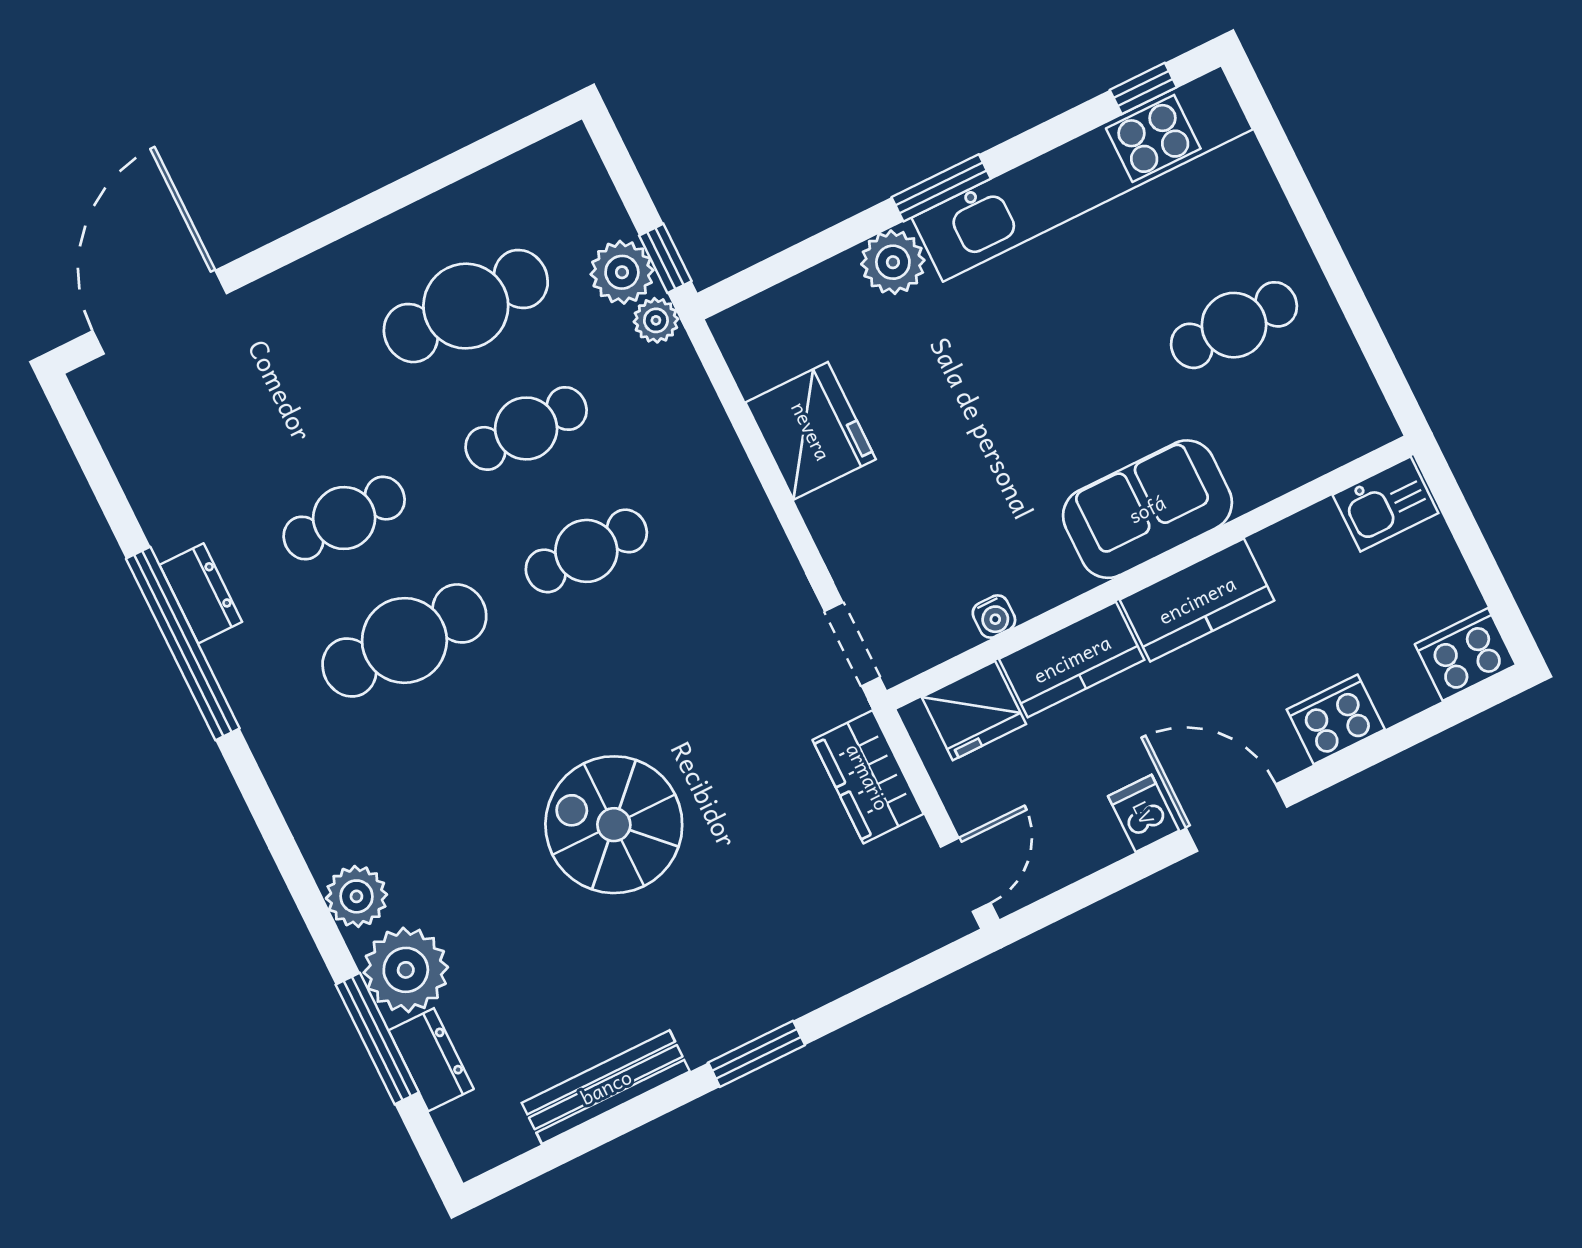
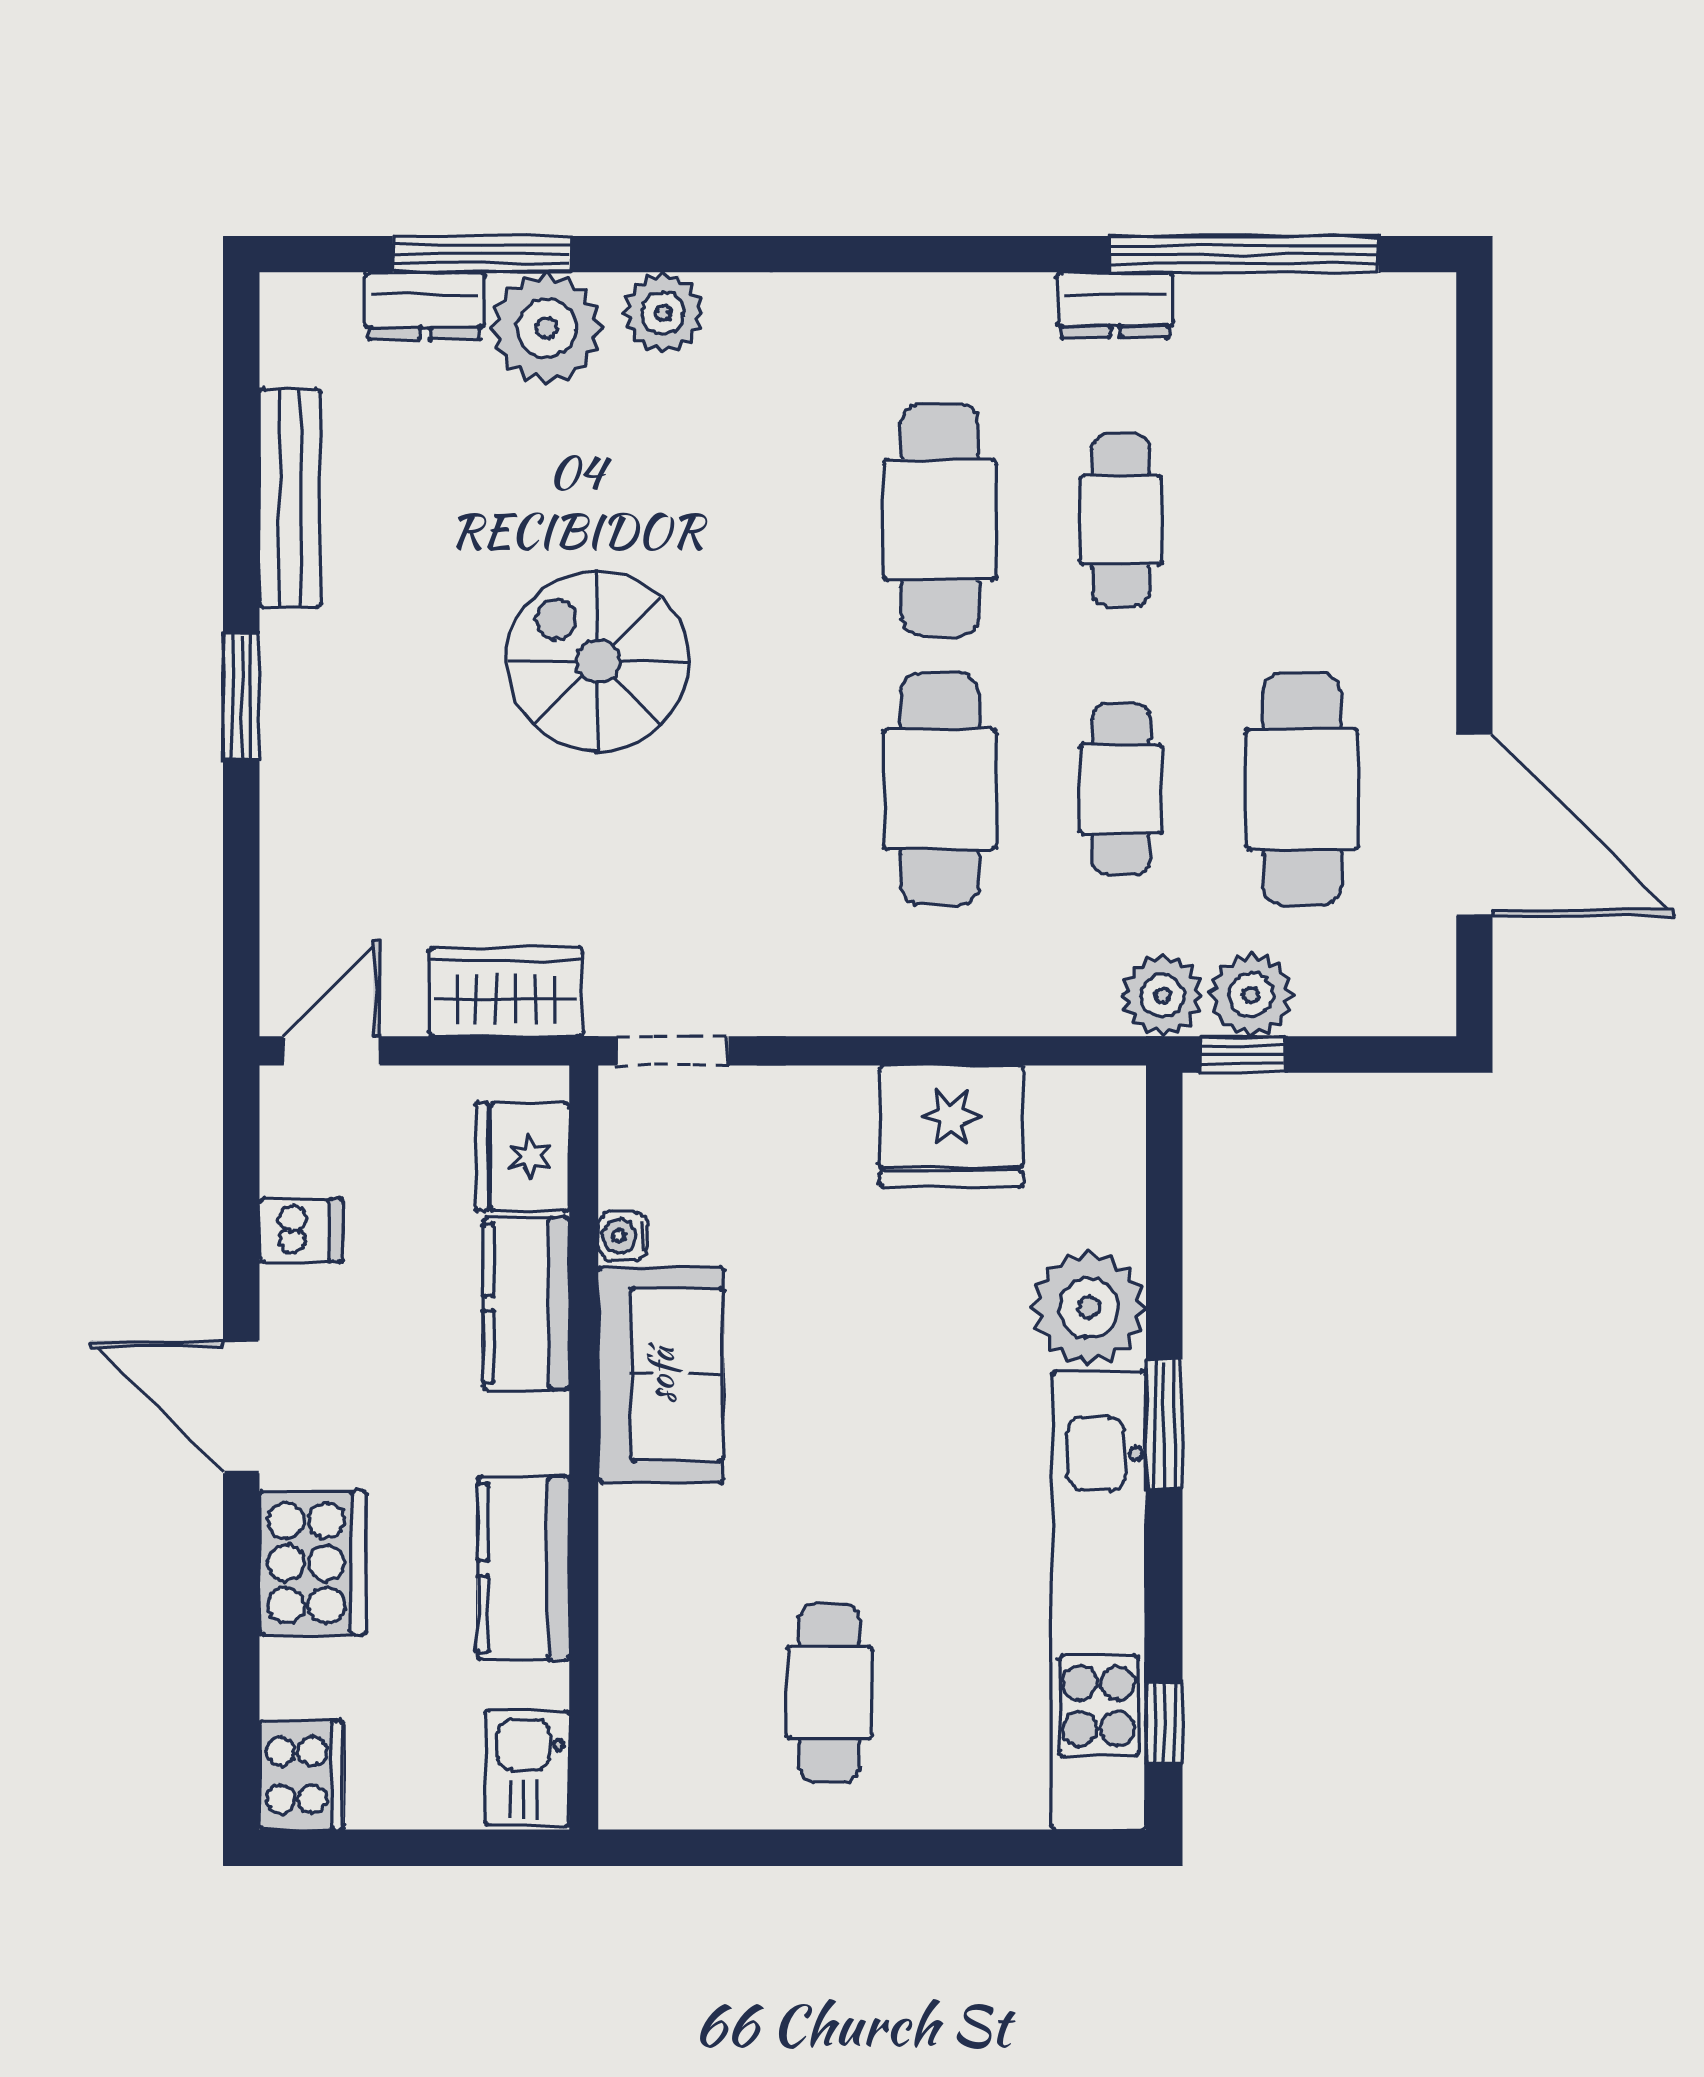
plant: (893, 262) -> (1089, 1308), width x1.36, depth x1.36
door: (160, 312) -> (1474, 825), moved
plant: (656, 320) -> (1163, 996), width x1.38, depth x1.38
sofa: (1147, 509) -> (661, 1375), moved
cafe table: (586, 551) -> (940, 789), width x1.37, depth x1.35
kitchen counter: (1197, 600) -> (523, 1568), moved
window: (183, 644) -> (1244, 254), moved
cooker: (1336, 719) -> (313, 1563), width x1.37, depth x1.31
dishwasher: (1144, 813) -> (301, 1230), moved
door: (1236, 818) -> (241, 1407), swing flipped
spiral stairs: (614, 825) -> (598, 661), turned -90
door: (966, 875) -> (332, 1051), swing flipped

